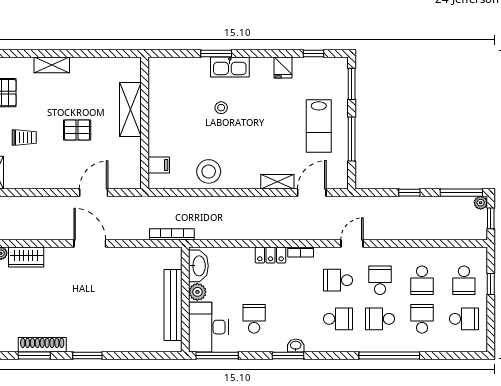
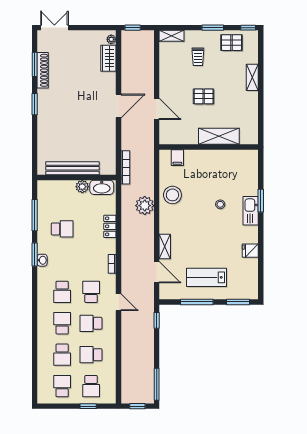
window: (314, 54) -> (261, 274), removed
pallet: (77, 130) -> (204, 96), turned 90
window: (409, 193) -> (157, 320), moved
plant: (481, 203) -> (145, 206), moved, width x1.88, depth x1.88
locker: (270, 255) -> (110, 226), moved
school desk: (380, 280) -> (91, 323), turned 180
school desk: (464, 280) -> (91, 386), turned -90
school desk: (422, 319) -> (62, 355), turned 90
school desk: (464, 319) -> (62, 386), turned 180
desk: (208, 327) -> (56, 195), removed
window: (217, 356) -> (35, 215), moved
window: (389, 356) -> (35, 330), removed

